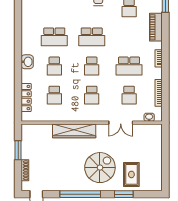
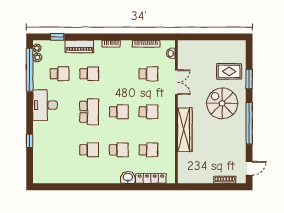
school desk: (54, 37) -> (89, 150), width x0.54
washbasin: (27, 62) -> (128, 177), moved
school desk: (129, 66) -> (89, 74), moved, width x0.54
window: (18, 150) -> (205, 187), removed

